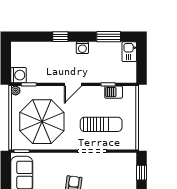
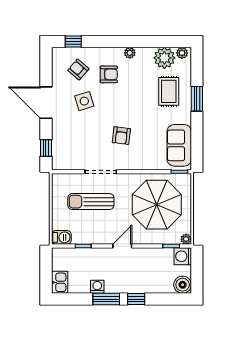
window: (109, 37) -> (106, 299), moved
washing machine: (82, 48) -> (97, 287), moved
boiler: (19, 50) -> (183, 285), added
barbecue: (114, 92) -> (61, 237), moved

